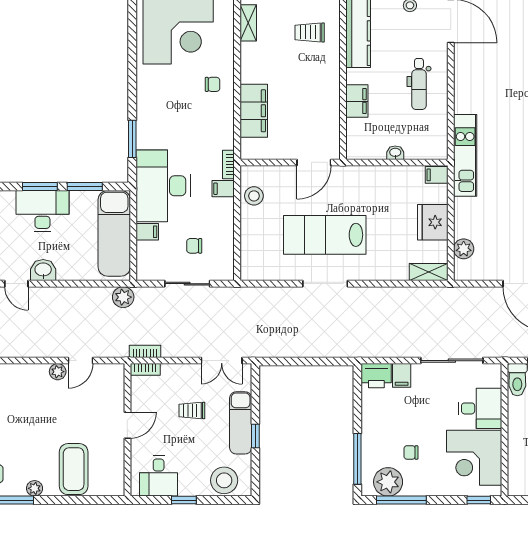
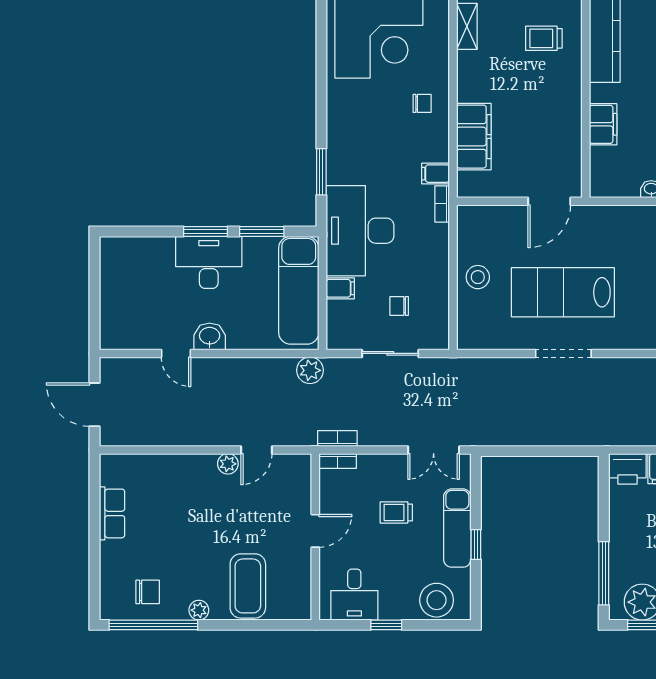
filing cabinet: (223, 189) -> (435, 174), moved
stool: (254, 196) -> (478, 277), moved

